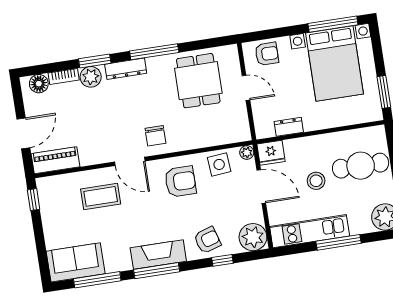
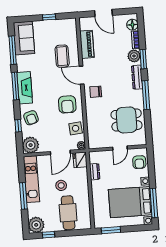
piano: (56, 160) -> (87, 44), moved
door: (130, 161) -> (82, 75), hinge flipped
window: (34, 200) -> (49, 17), moved

